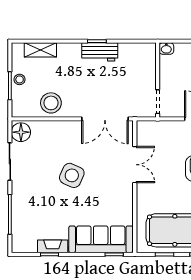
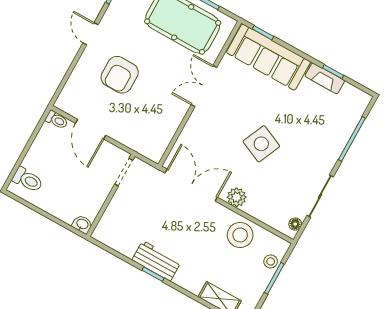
stool: (20, 79) -> (271, 261), moved
plant: (68, 128) -> (237, 197), added
floor lamp: (21, 132) -> (295, 224), width x0.53, depth x0.53
double door: (135, 165) -> (204, 86), moved

